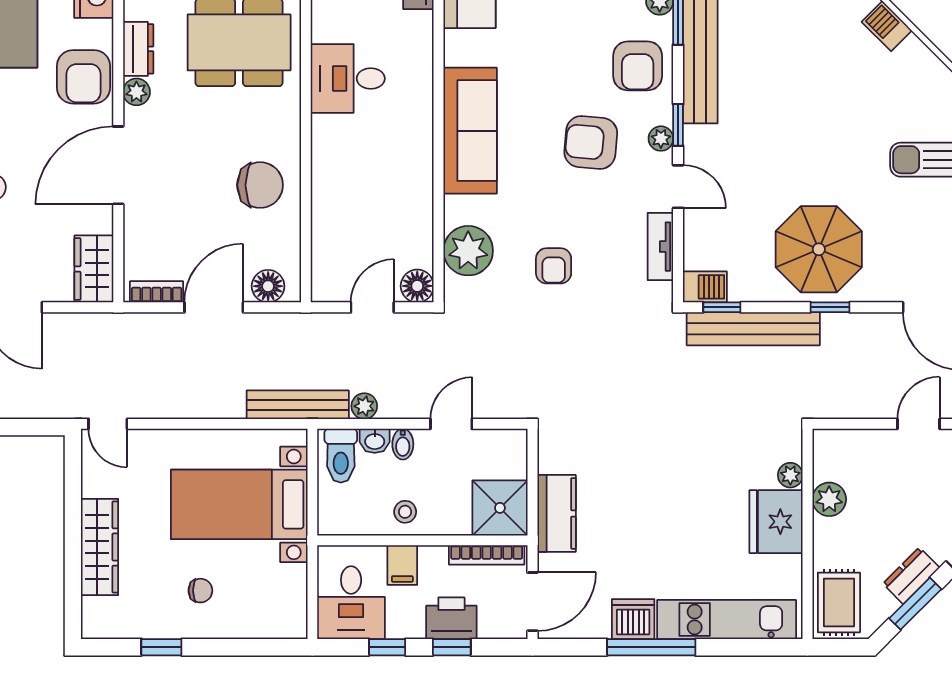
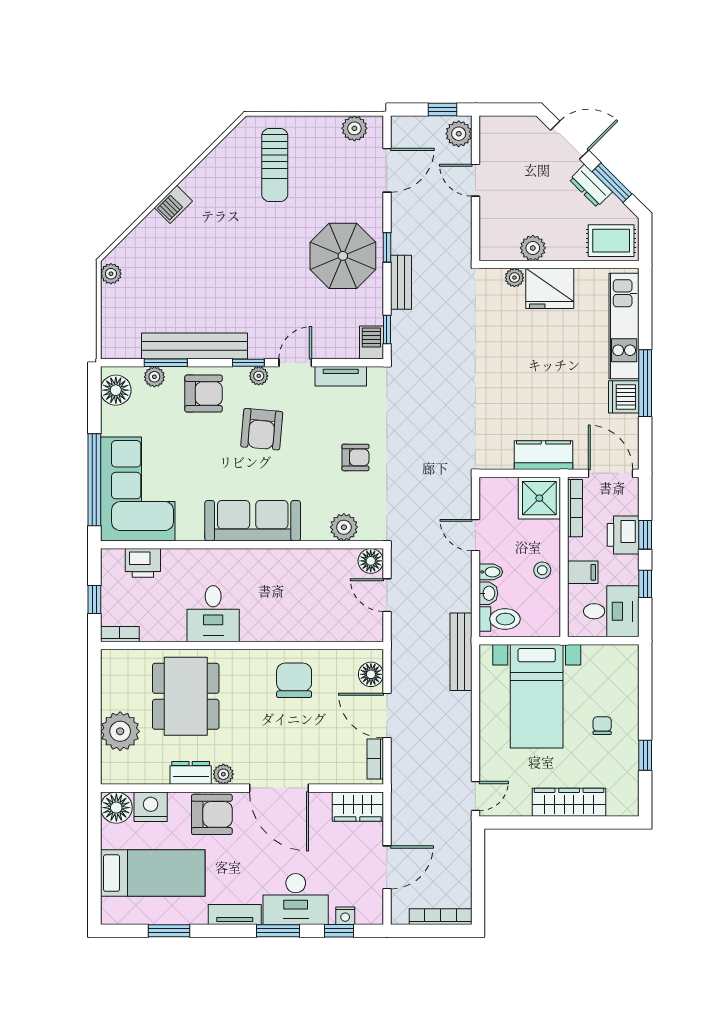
plant: (468, 251) -> (344, 527), width x0.73, depth x0.73
bench: (753, 329) -> (401, 282), width x0.54, depth x0.82
plant: (364, 406) -> (462, 601), removed

